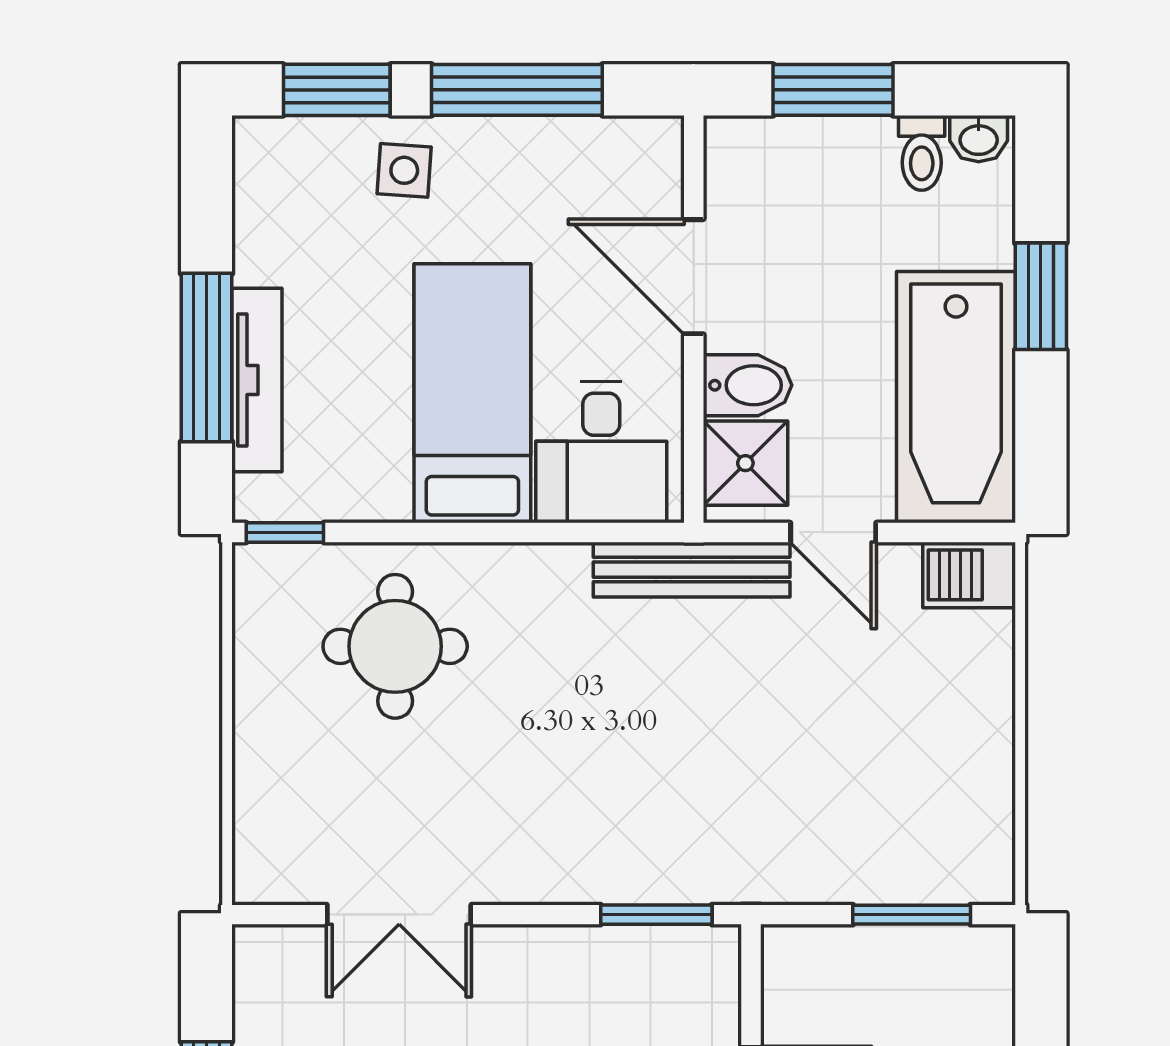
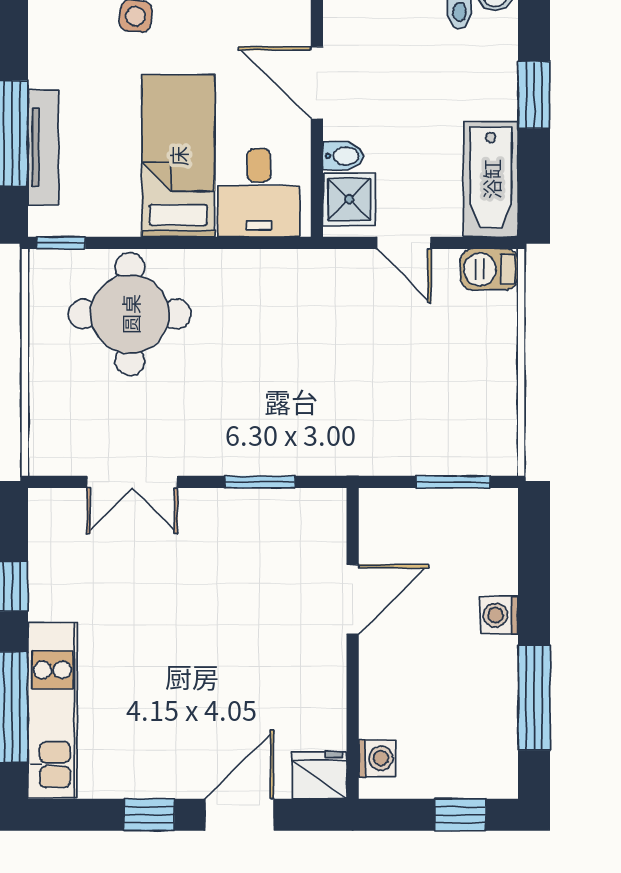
bidet: (748, 385) -> (343, 156), width x0.72, depth x0.74
bathtub: (956, 397) -> (491, 179), width x0.73, depth x0.73
bench: (692, 570) -> (315, 266), removed
round table: (395, 646) -> (130, 314), width x1.36, depth x1.36
window: (656, 915) -> (260, 482), moved

